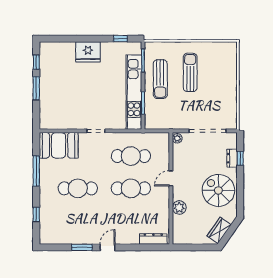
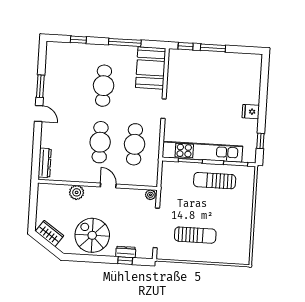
fridge: (88, 52) -> (251, 112), width x0.53, depth x0.75
window: (36, 62) -> (186, 46), moved
sun lounger: (190, 72) -> (195, 235), moved
spiral stairs: (218, 190) -> (92, 235), turned -90

